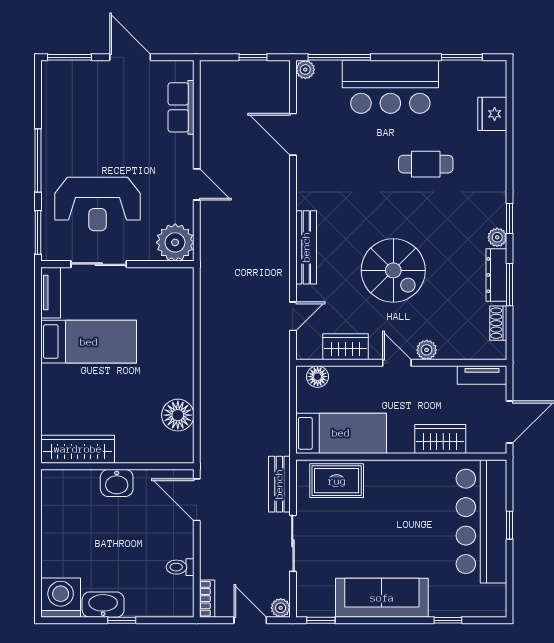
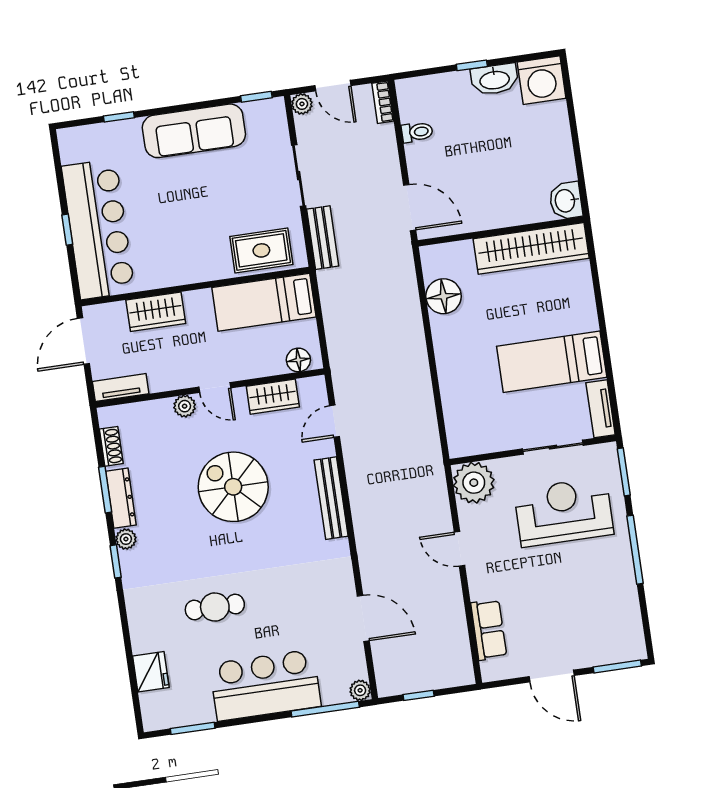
wardrobe: (78, 449) -> (531, 248), width x1.40, depth x1.17
washbasin: (117, 483) -> (566, 201), moved, turned -90

